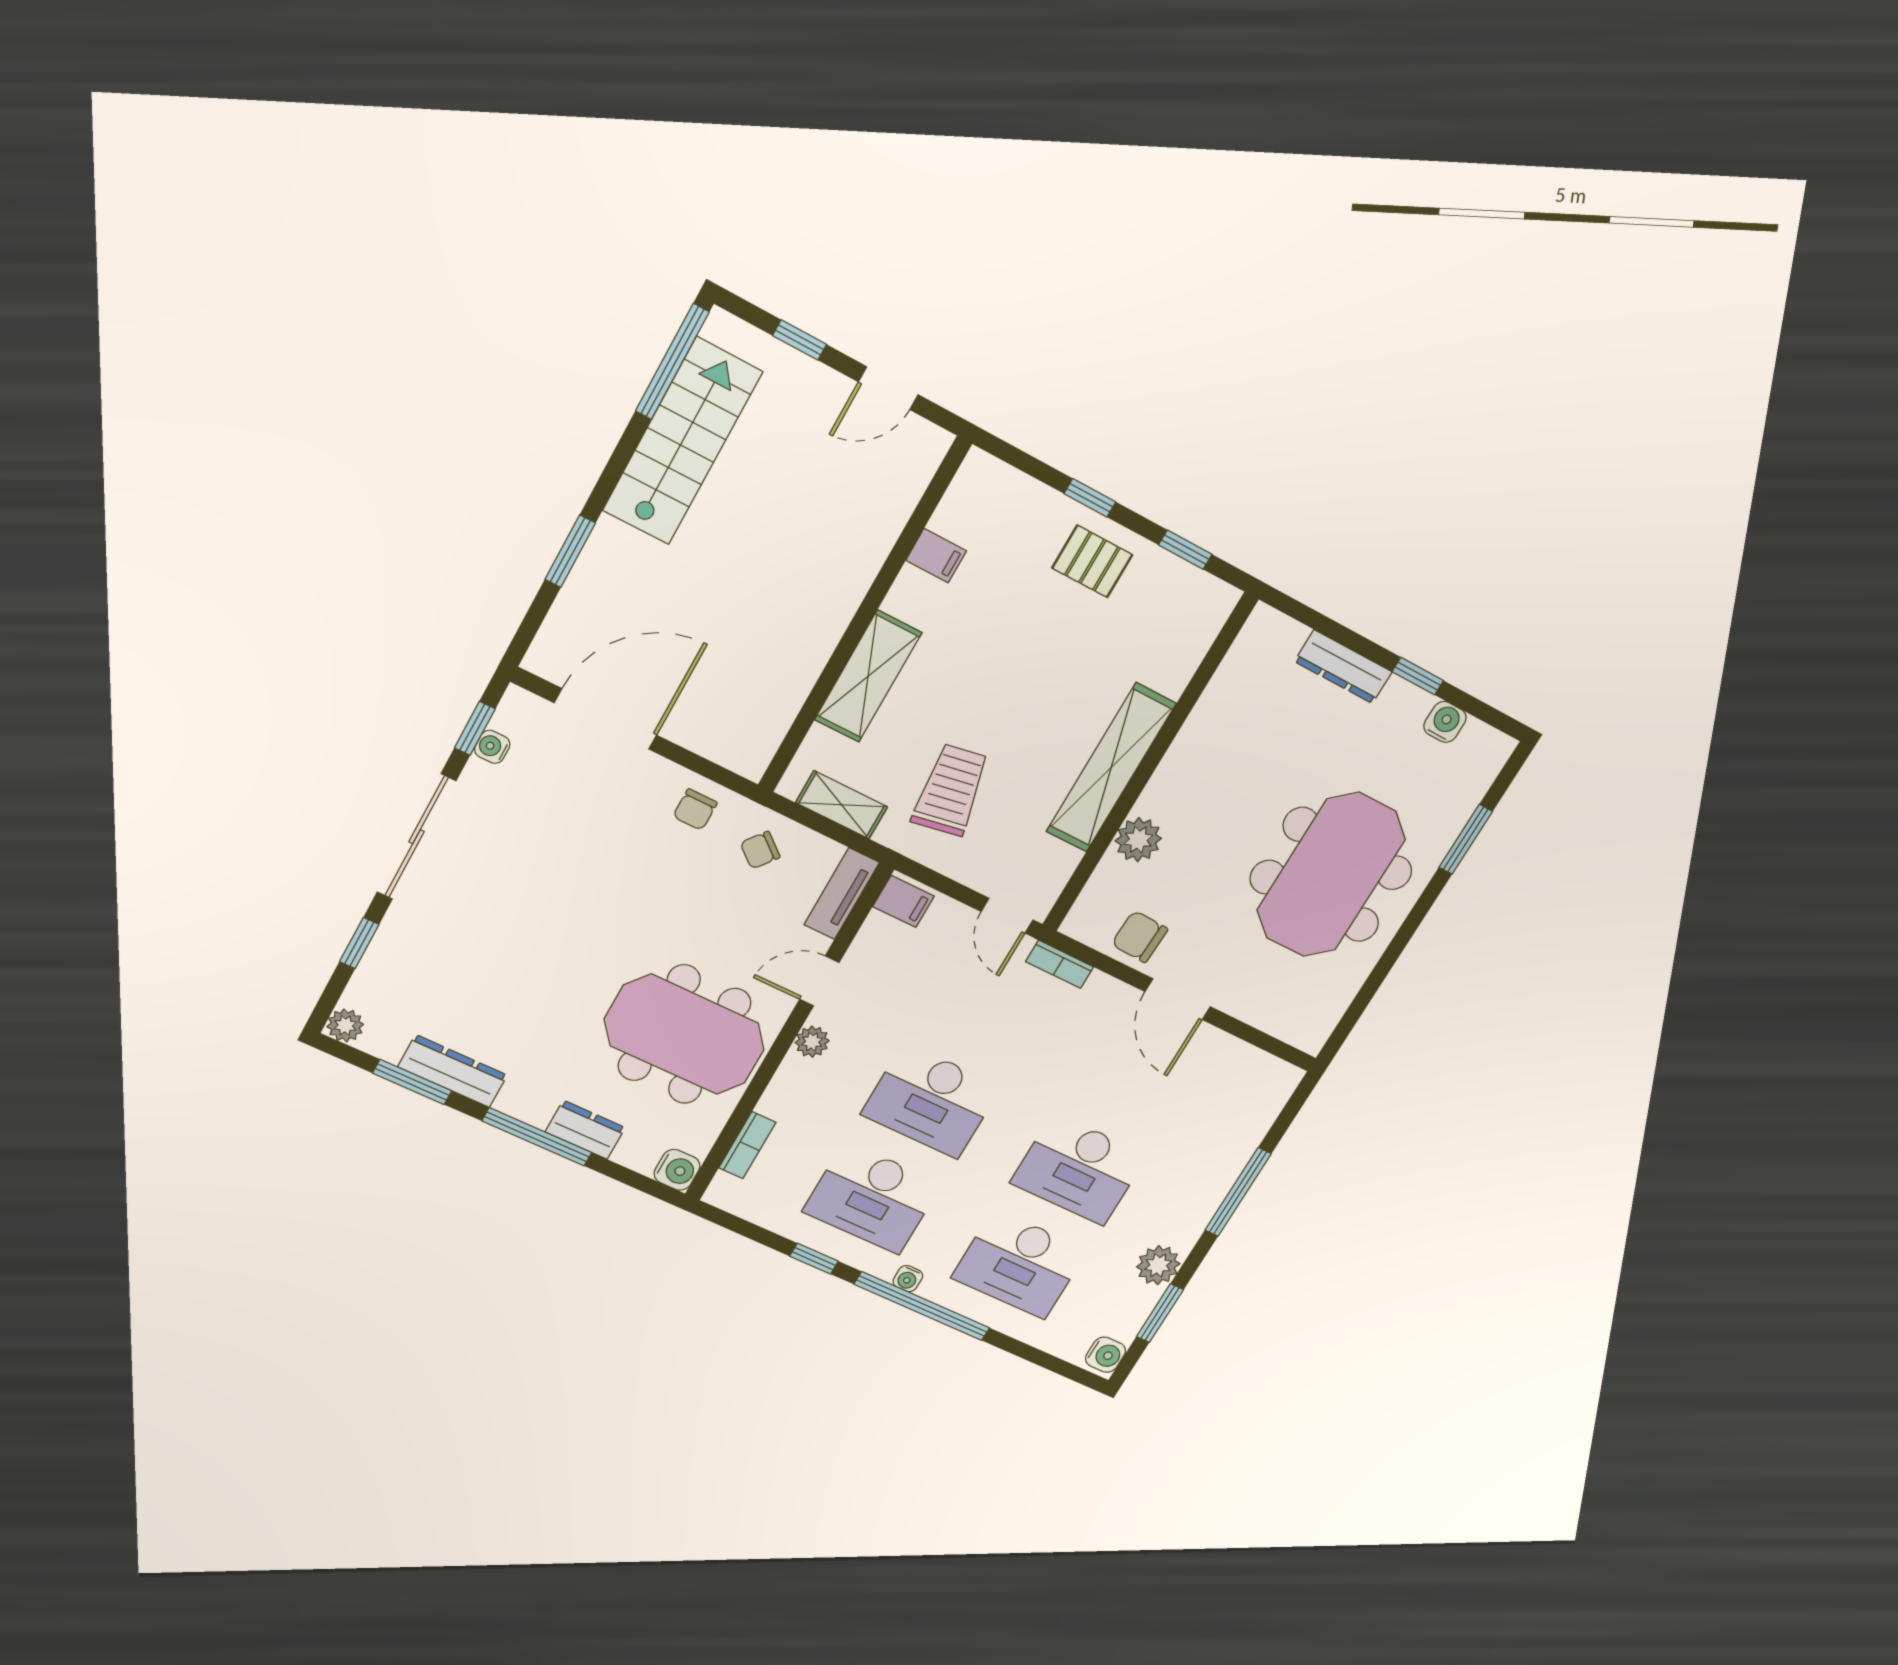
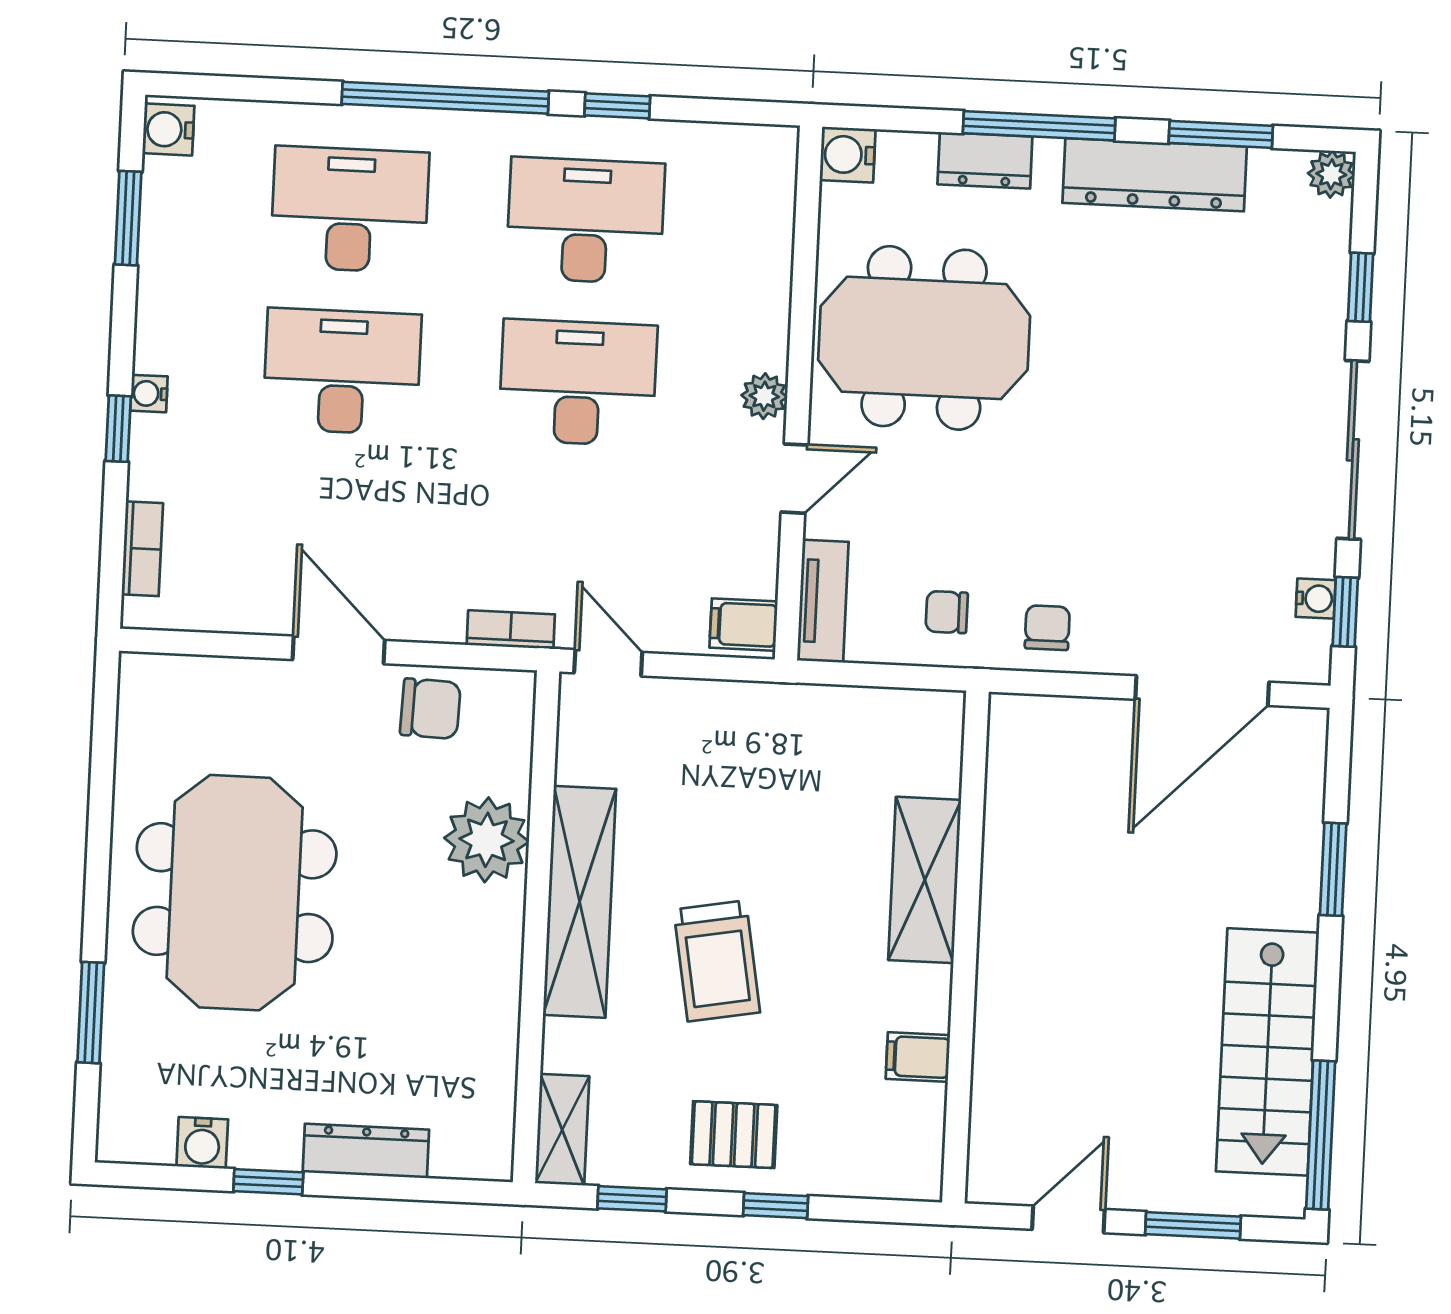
window: (800, 340) -> (1193, 1225), width x1.50
trolley: (951, 790) -> (717, 961), moved
shelving: (842, 805) -> (562, 1130), moved, turned 90
plant: (1138, 840) -> (487, 840), width x1.36, depth x1.36
chair: (760, 850) -> (947, 612), turned -129
dresser: (453, 1071) -> (1155, 175), width x1.37, depth x1.24
bookcase: (747, 1145) -> (142, 549), moved, turned 180
window: (1238, 1192) -> (118, 429), width x0.46
plant: (1158, 1265) -> (167, 284), removed
water cooler: (908, 1279) -> (149, 394), moved, turned -90

